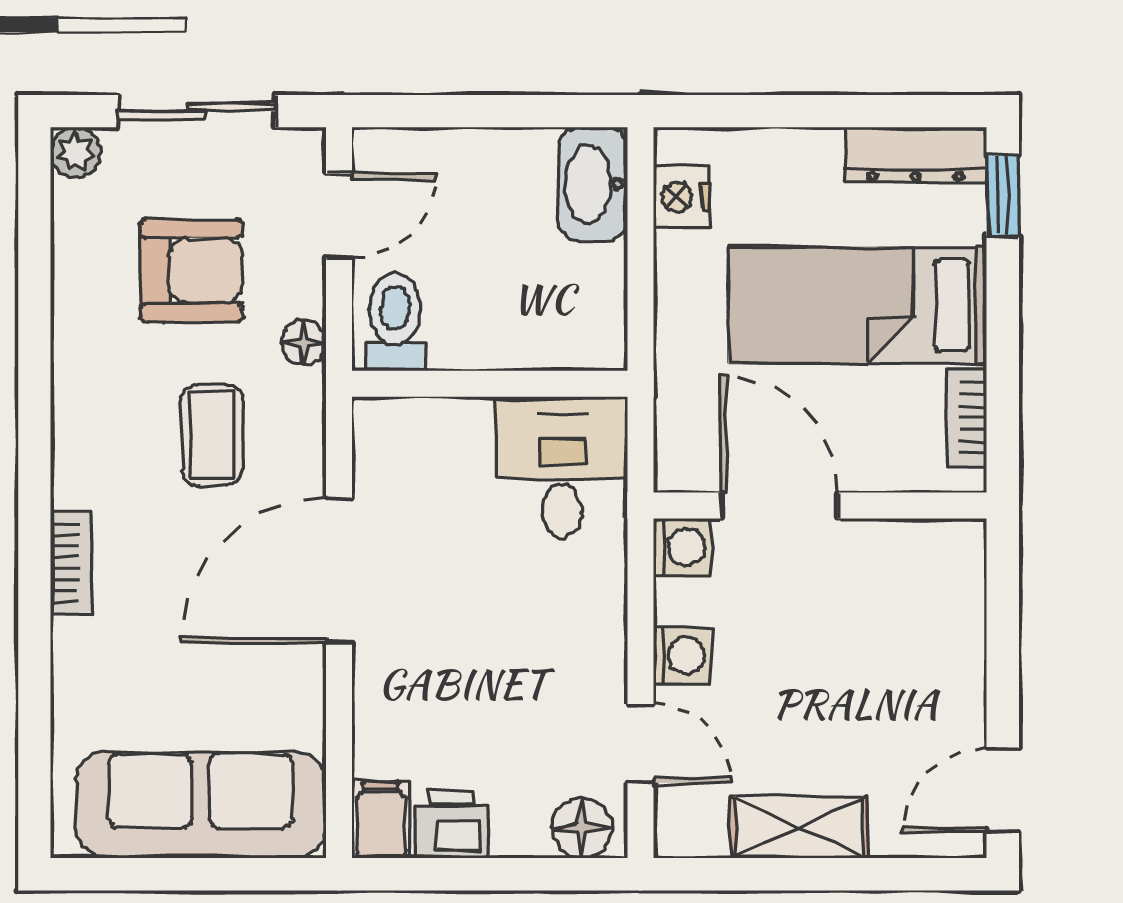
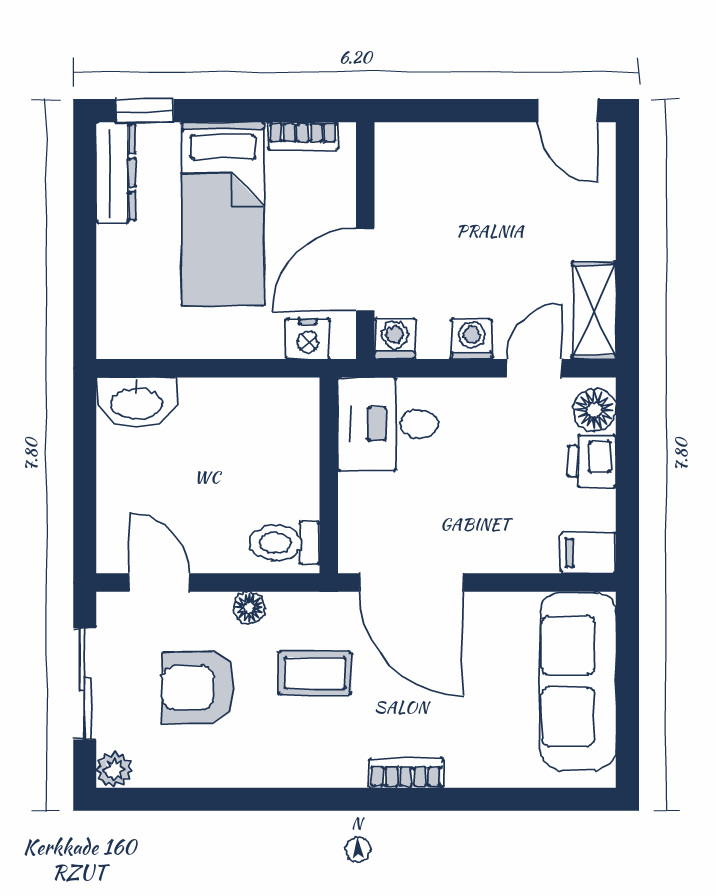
nightstand: (682, 197) -> (308, 339), moved
armchair: (191, 271) -> (198, 688), turned -90
toilet: (395, 322) -> (285, 543), moved
wall: (490, 384) -> (329, 475), moved
desk: (562, 467) -> (388, 424), moved
printer: (452, 825) -> (592, 461), moved
shelving: (799, 827) -> (594, 310), moved

